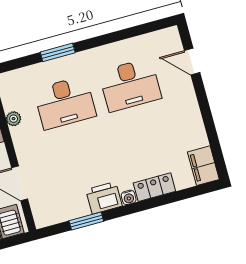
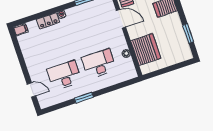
window: (58, 52) -> (84, 98), moved
filing cabinet: (203, 166) -> (21, 29), width x0.50
printer: (104, 198) -> (75, 14), removed

